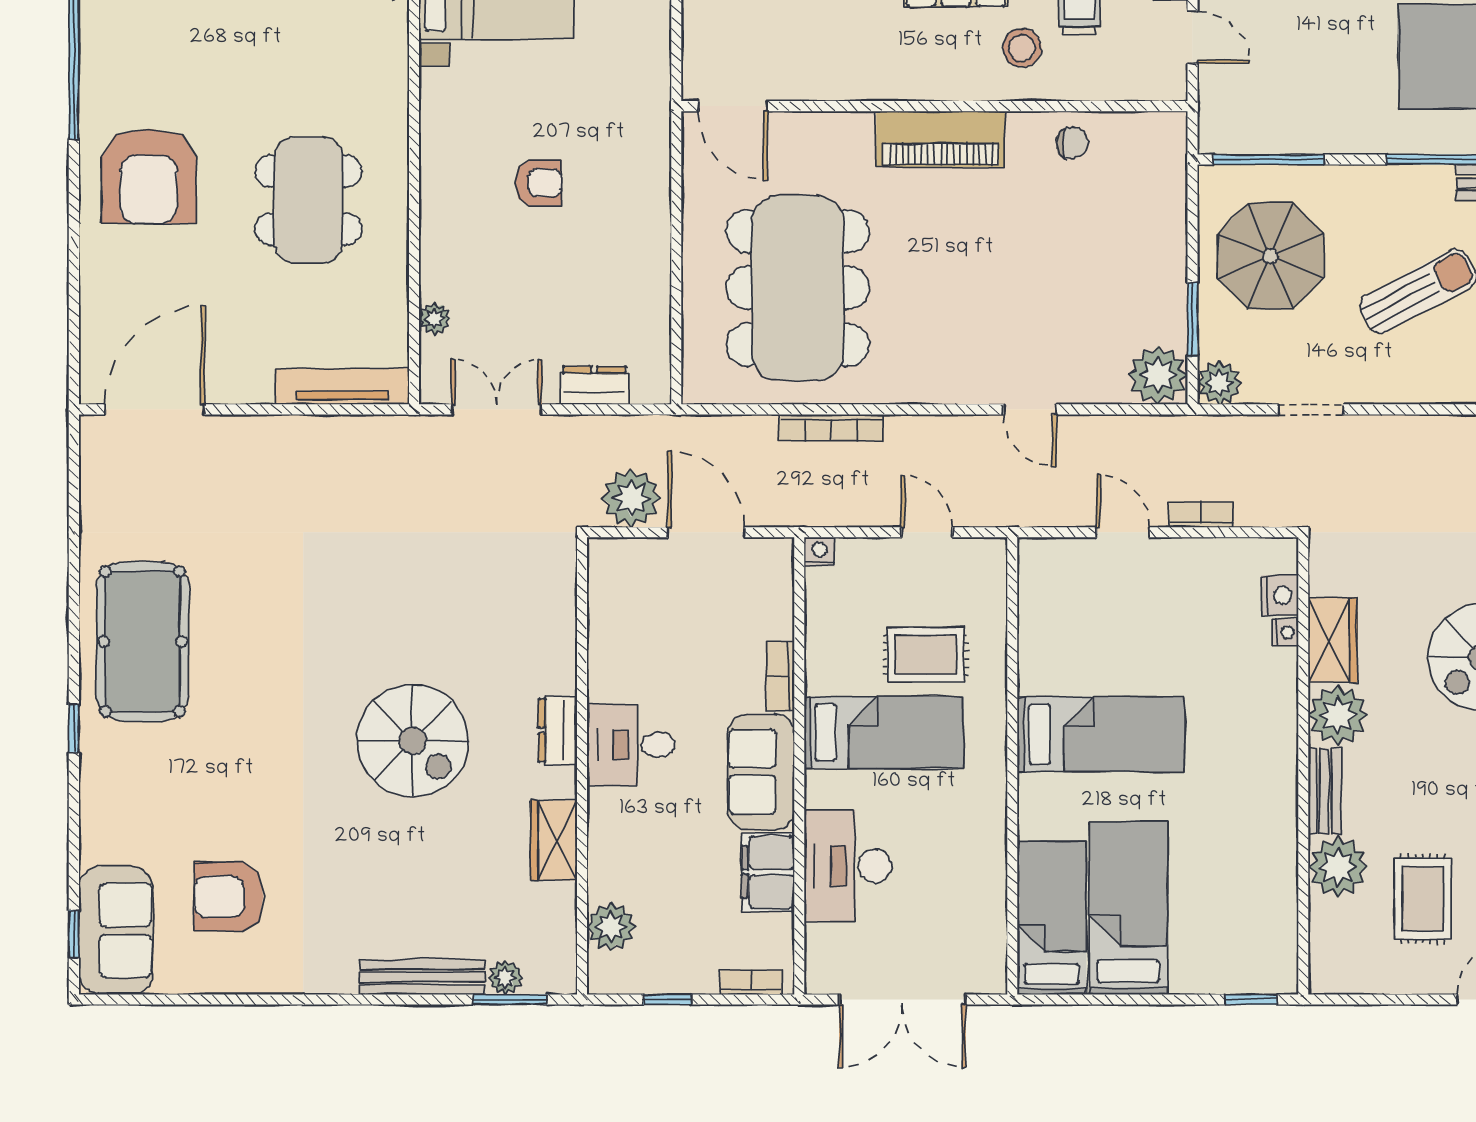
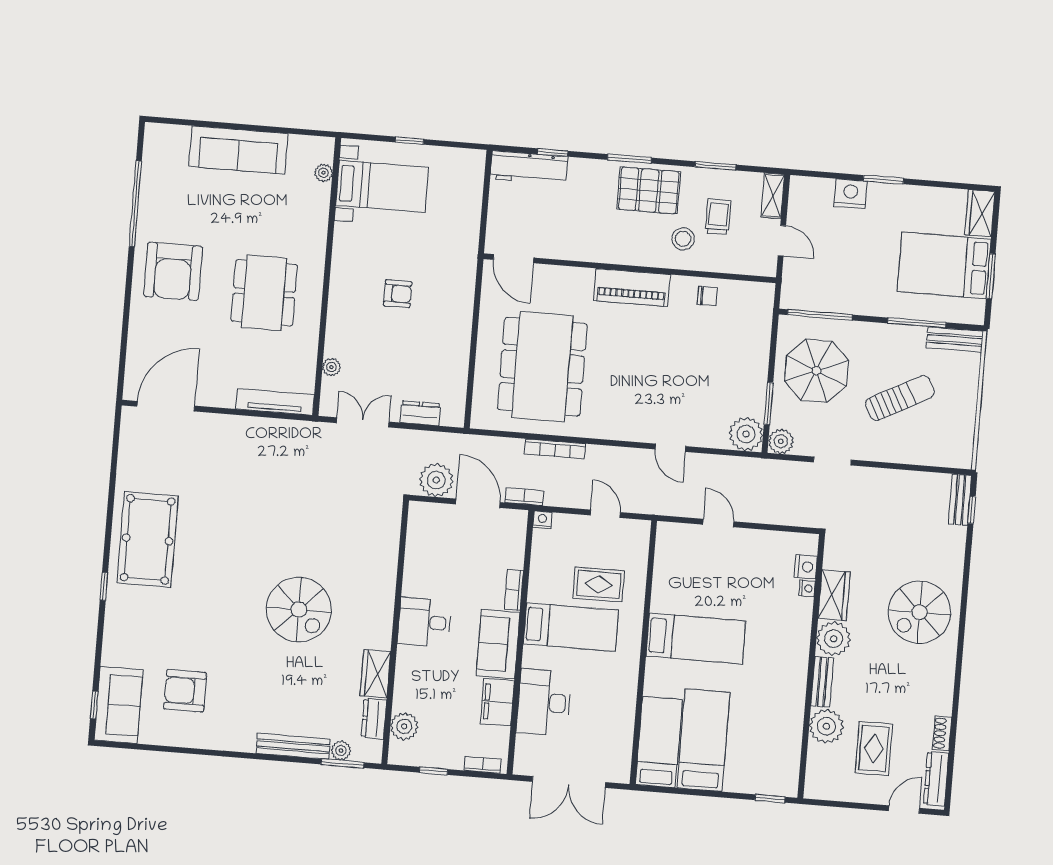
bookcase: (1201, 514) -> (524, 497), moved
dresser: (558, 730) -> (374, 719), moved

